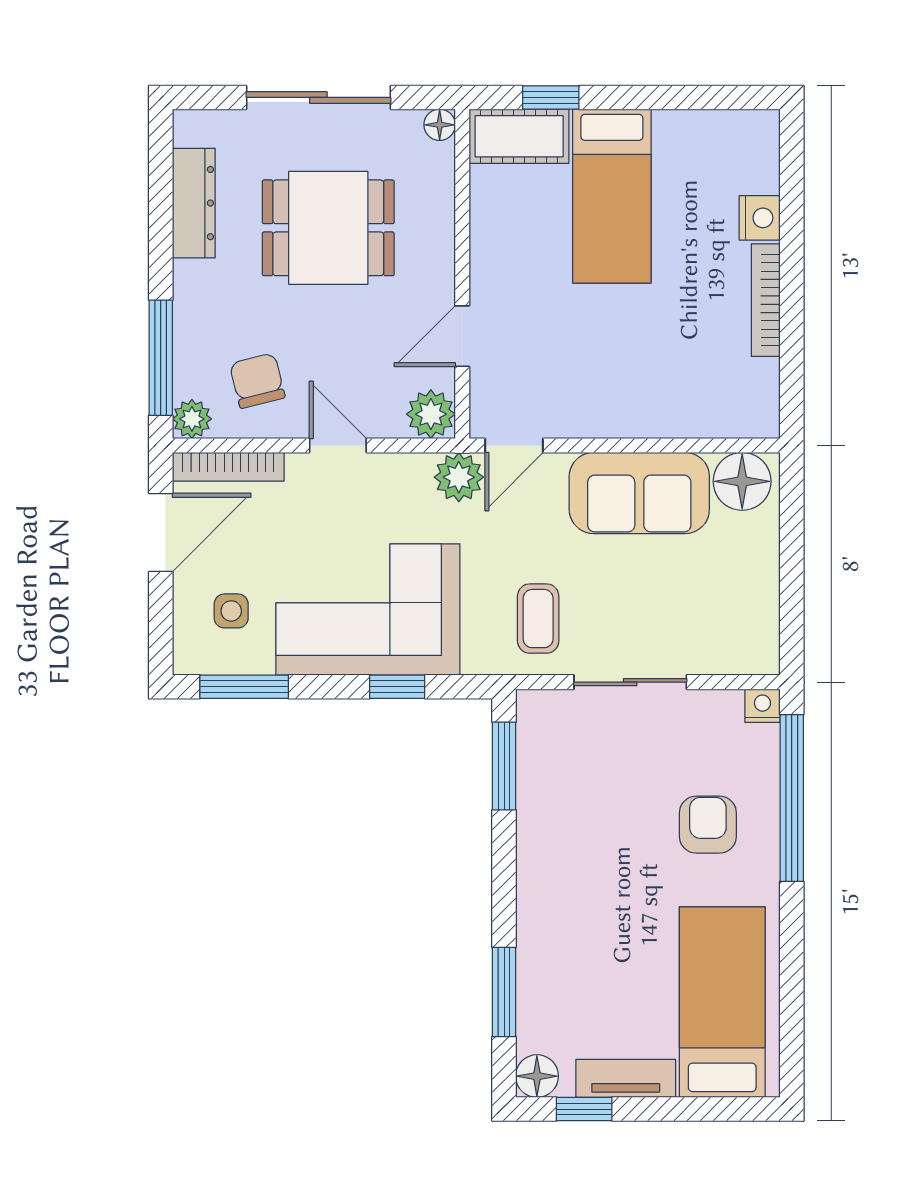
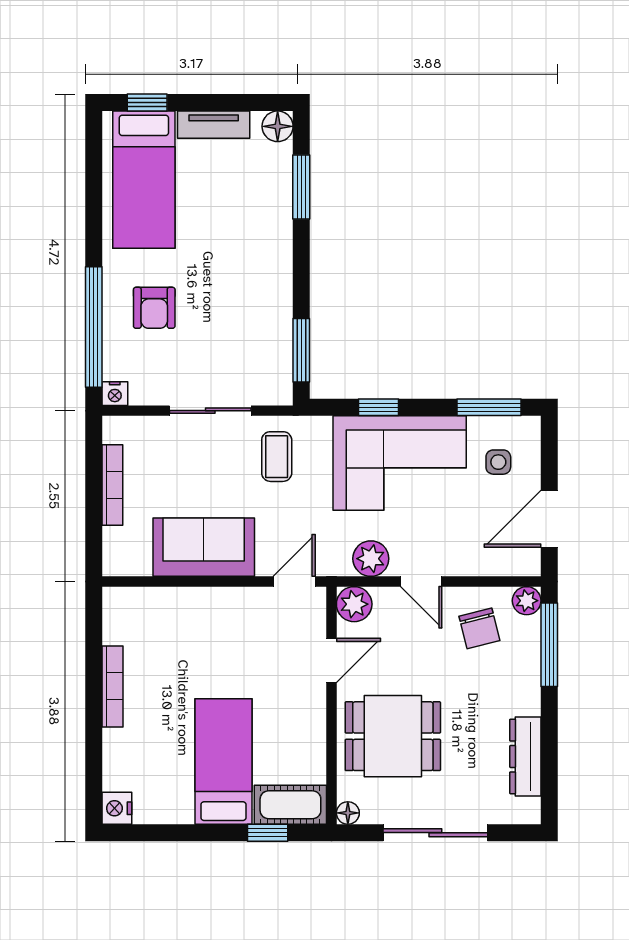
nightstand: (760, 218) -> (117, 808), moved
dining table: (328, 228) -> (393, 736), moved
bookcase: (228, 467) -> (112, 485), moved, turned 90
plant: (459, 477) -> (371, 559), moved
floor lamp: (742, 481) -> (129, 556), removed
window: (584, 1109) -> (147, 103), moved

